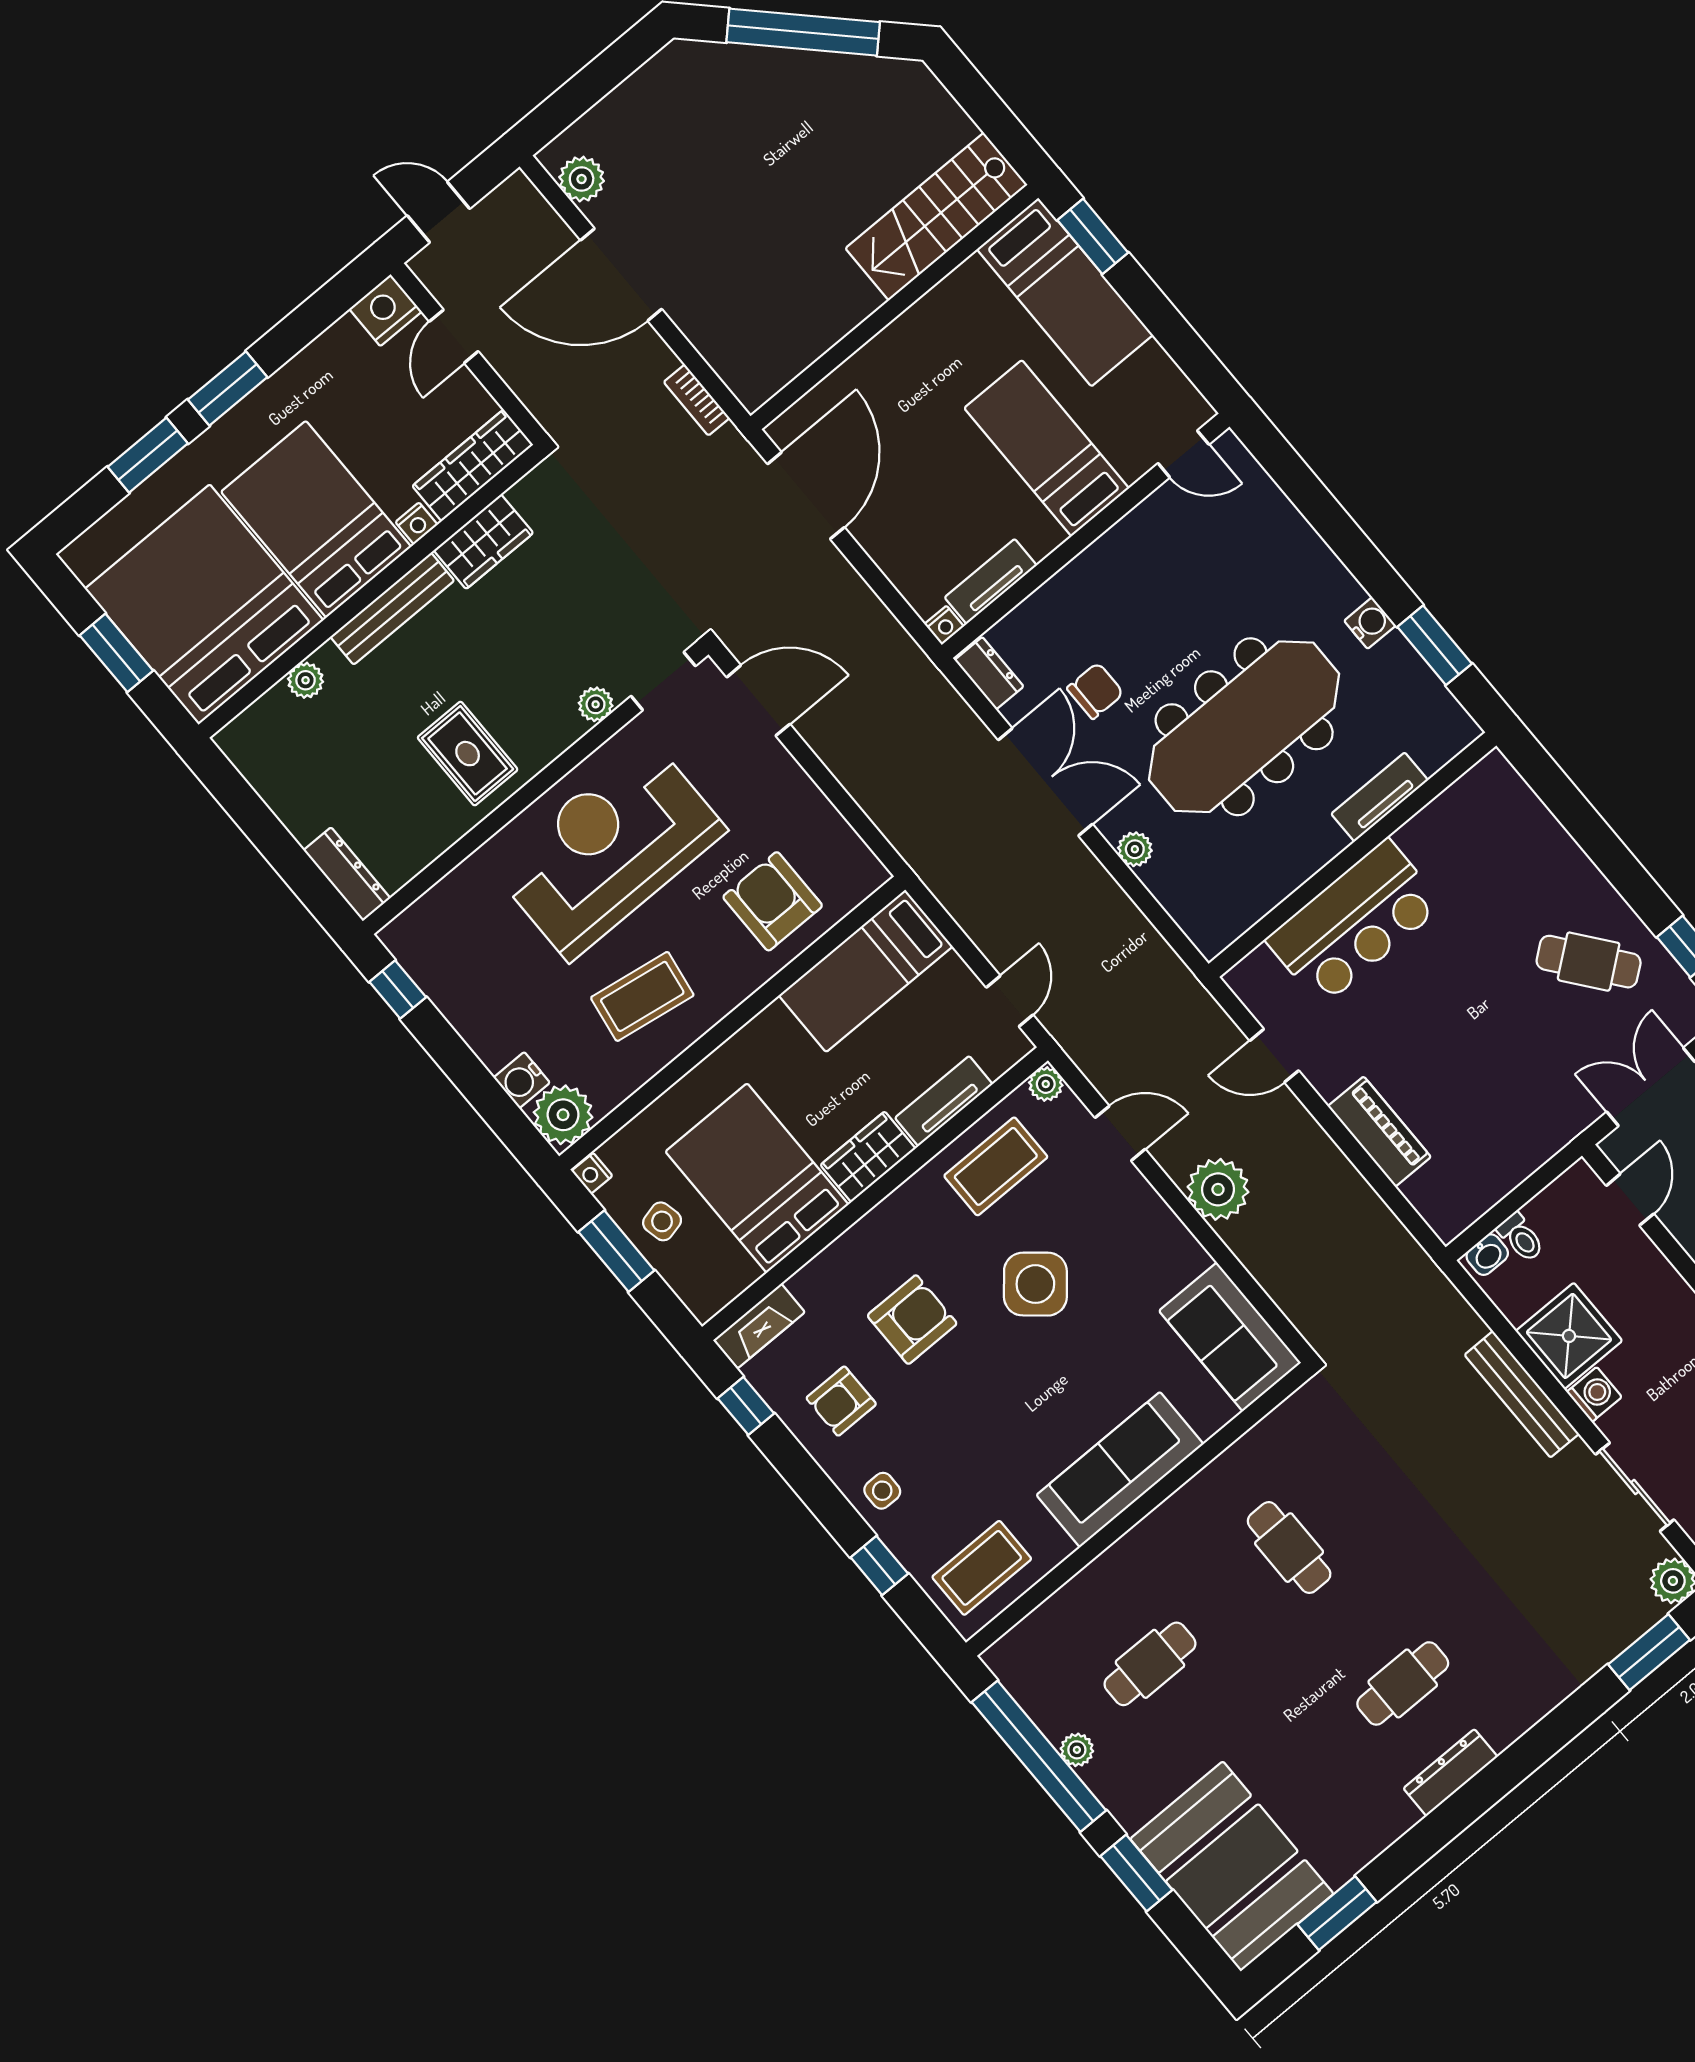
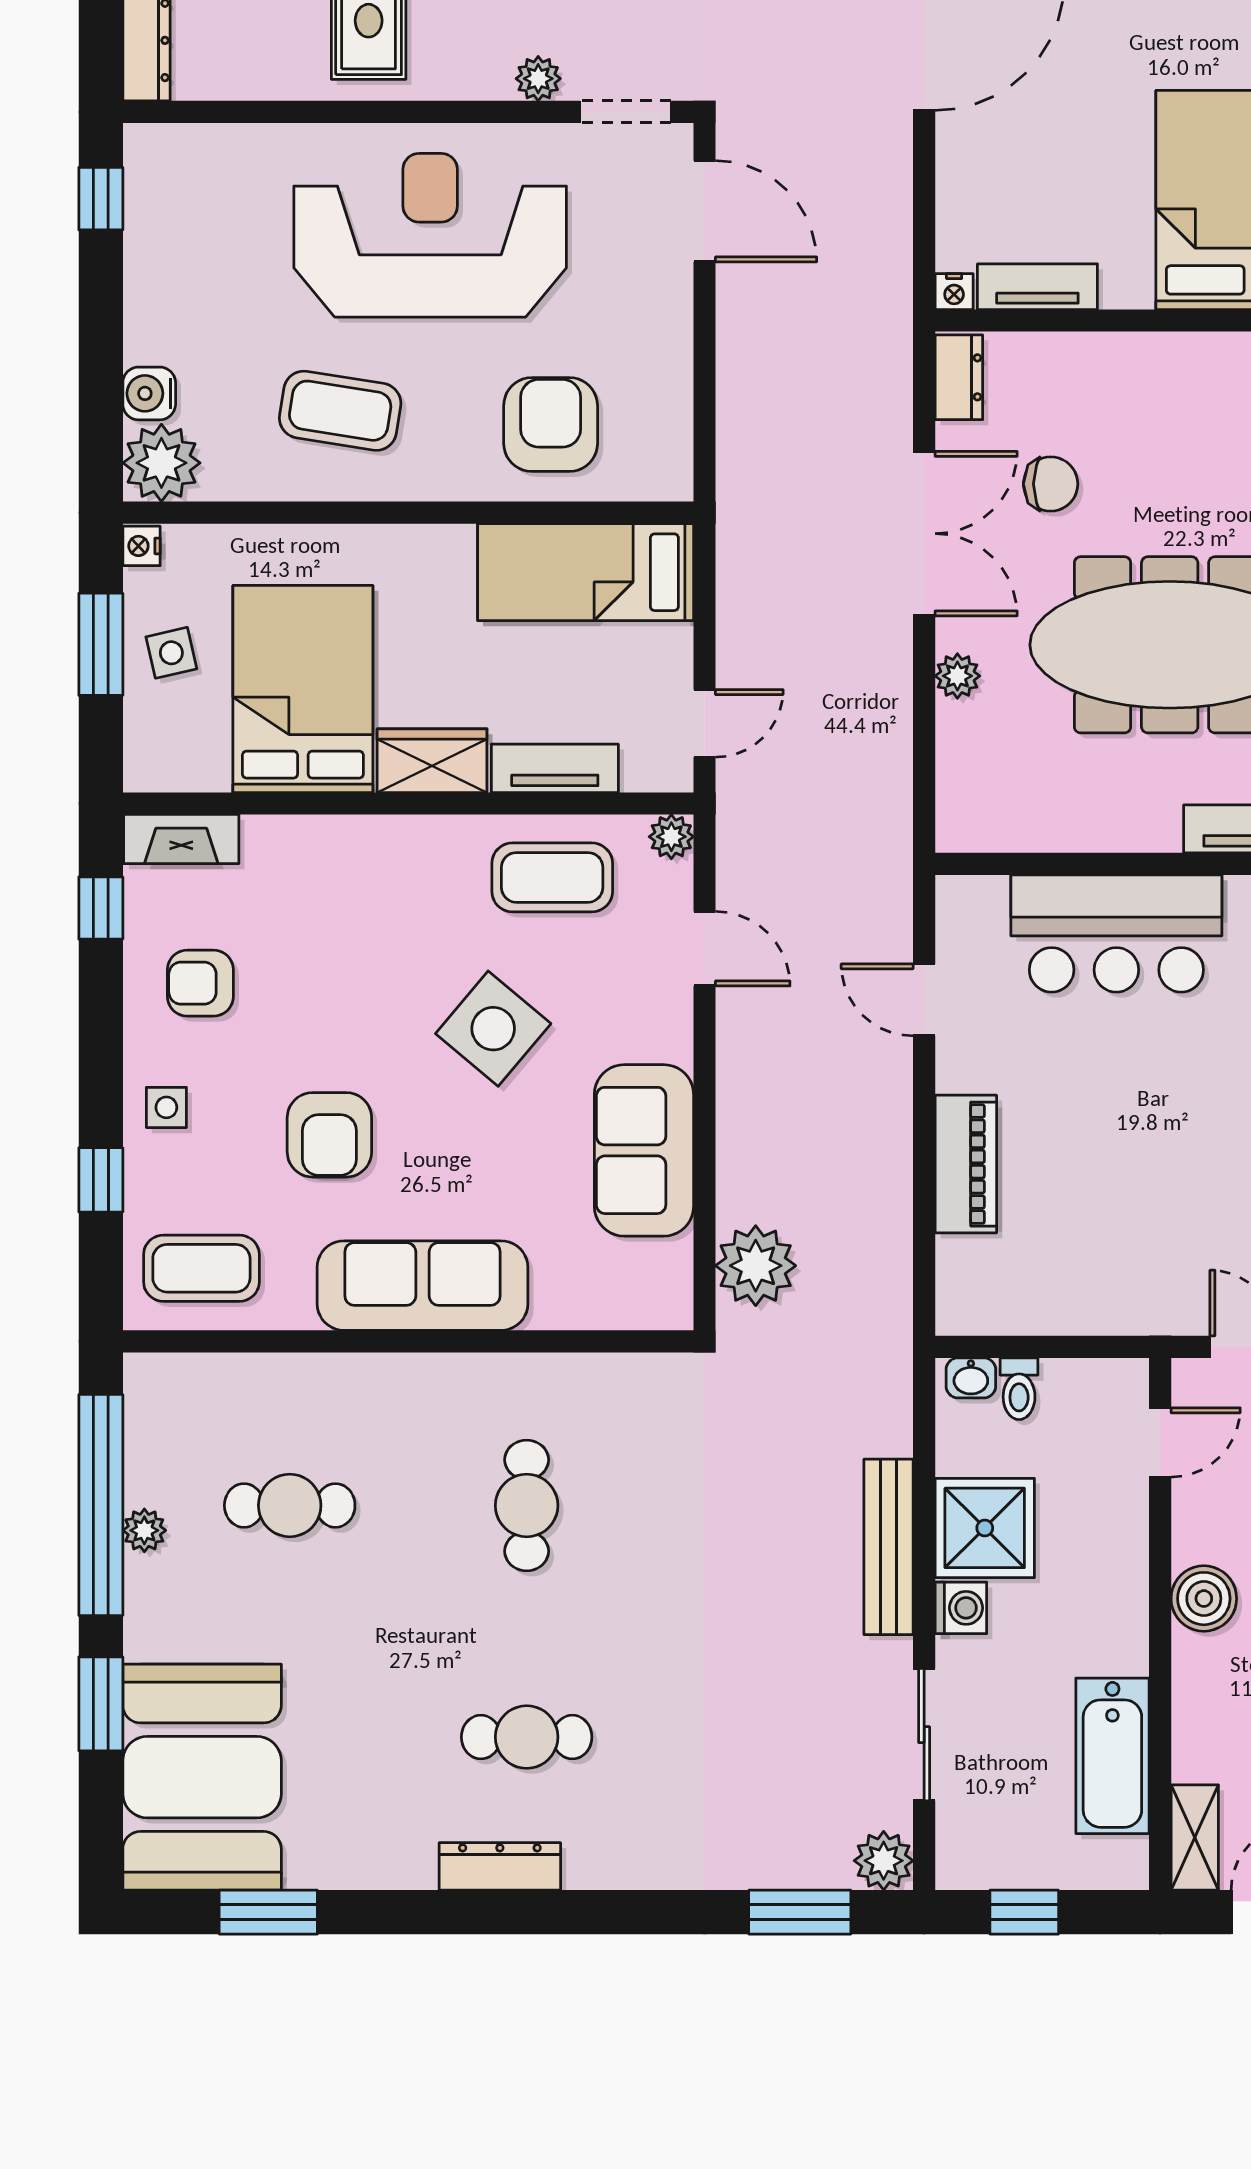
plant: (1218, 1189) -> (756, 1266), moved
armchair: (912, 1320) -> (329, 1135), moved, turned 90
sofa: (1230, 1337) -> (644, 1150), moved

